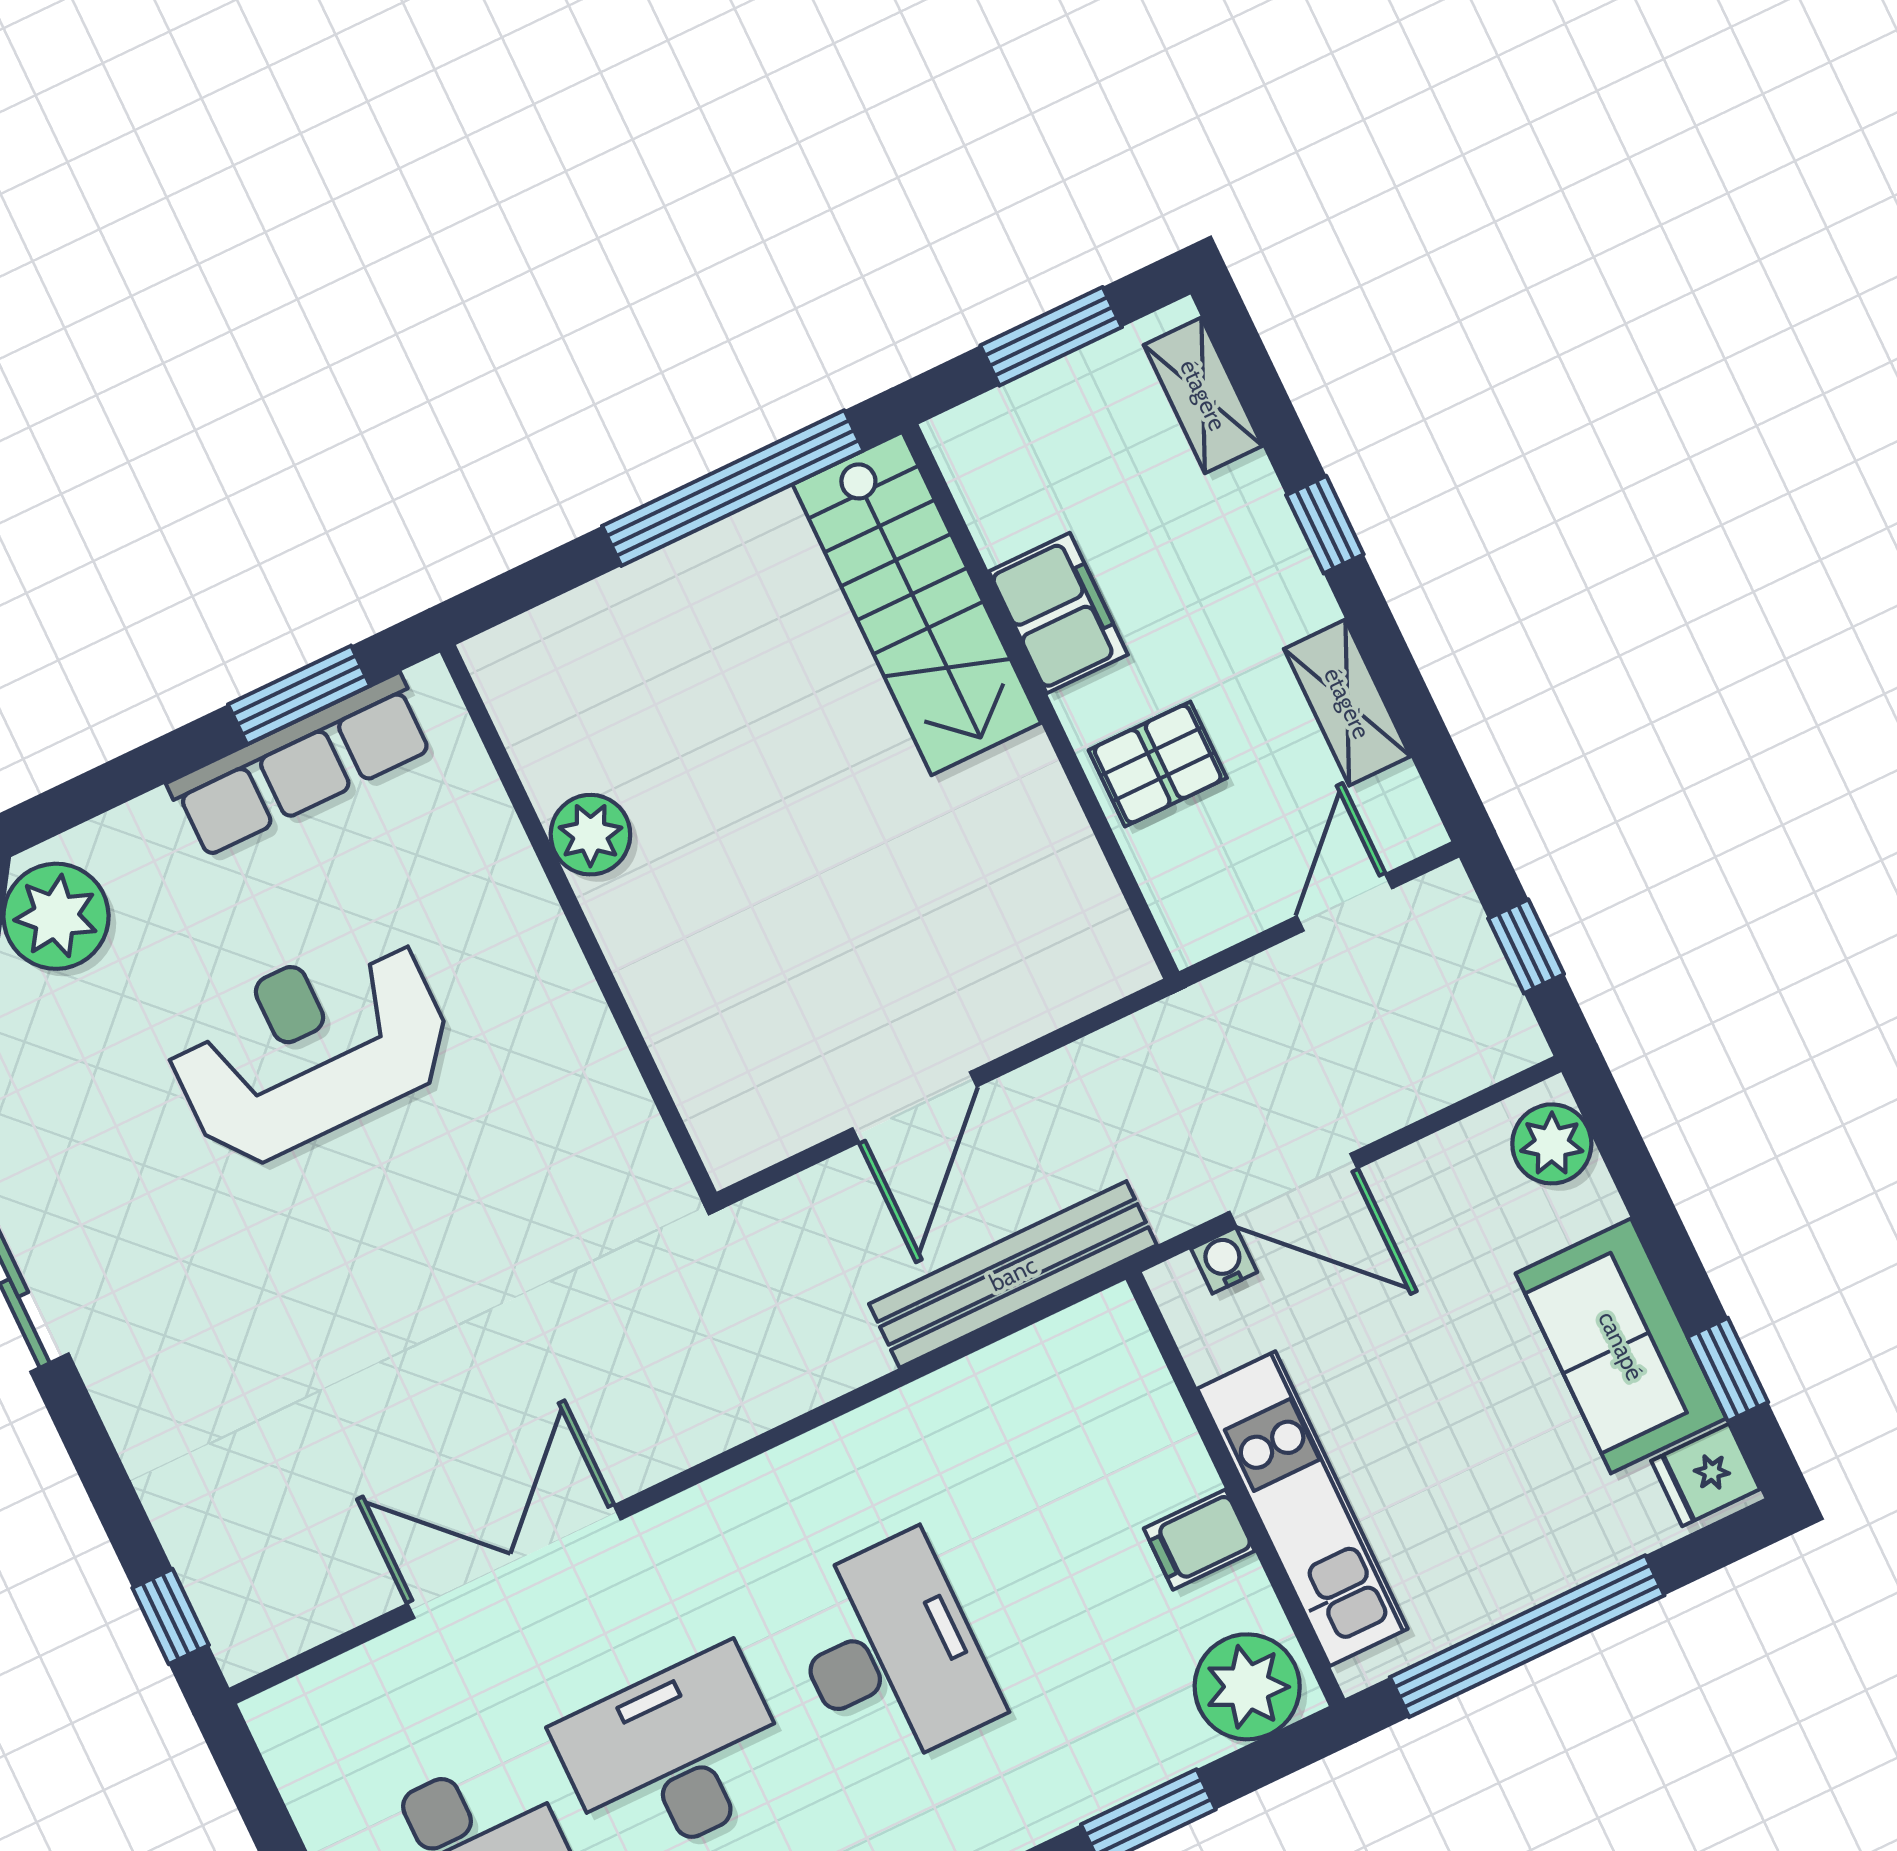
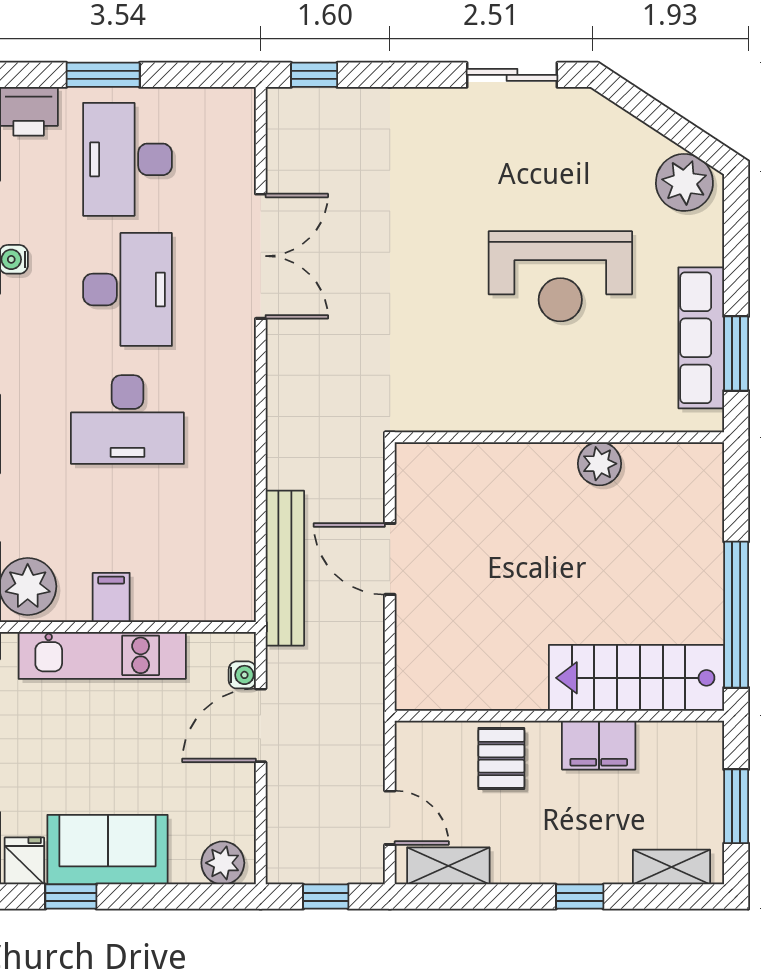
shelving: (1347, 703) -> (448, 866), moved
reception desk: (310, 1048) -> (560, 276), turned 90

